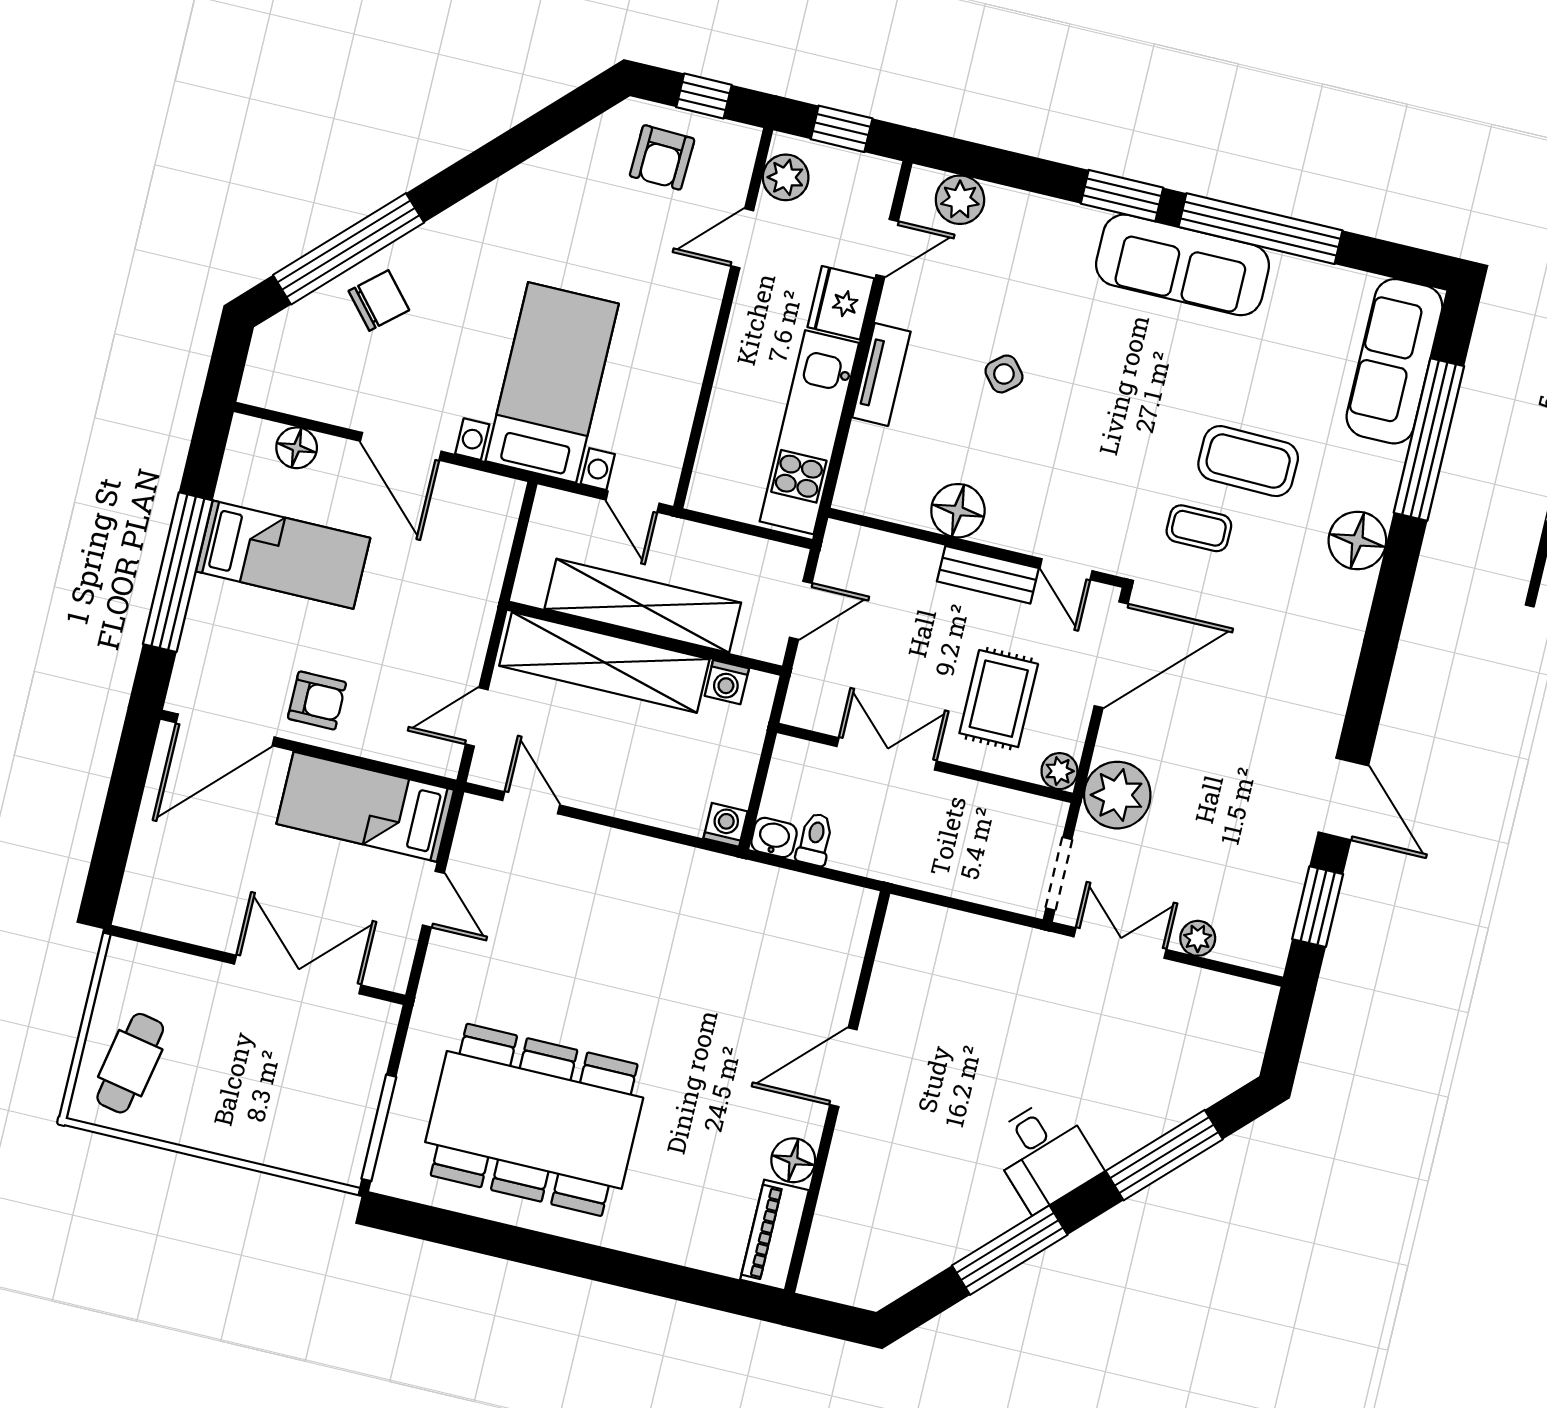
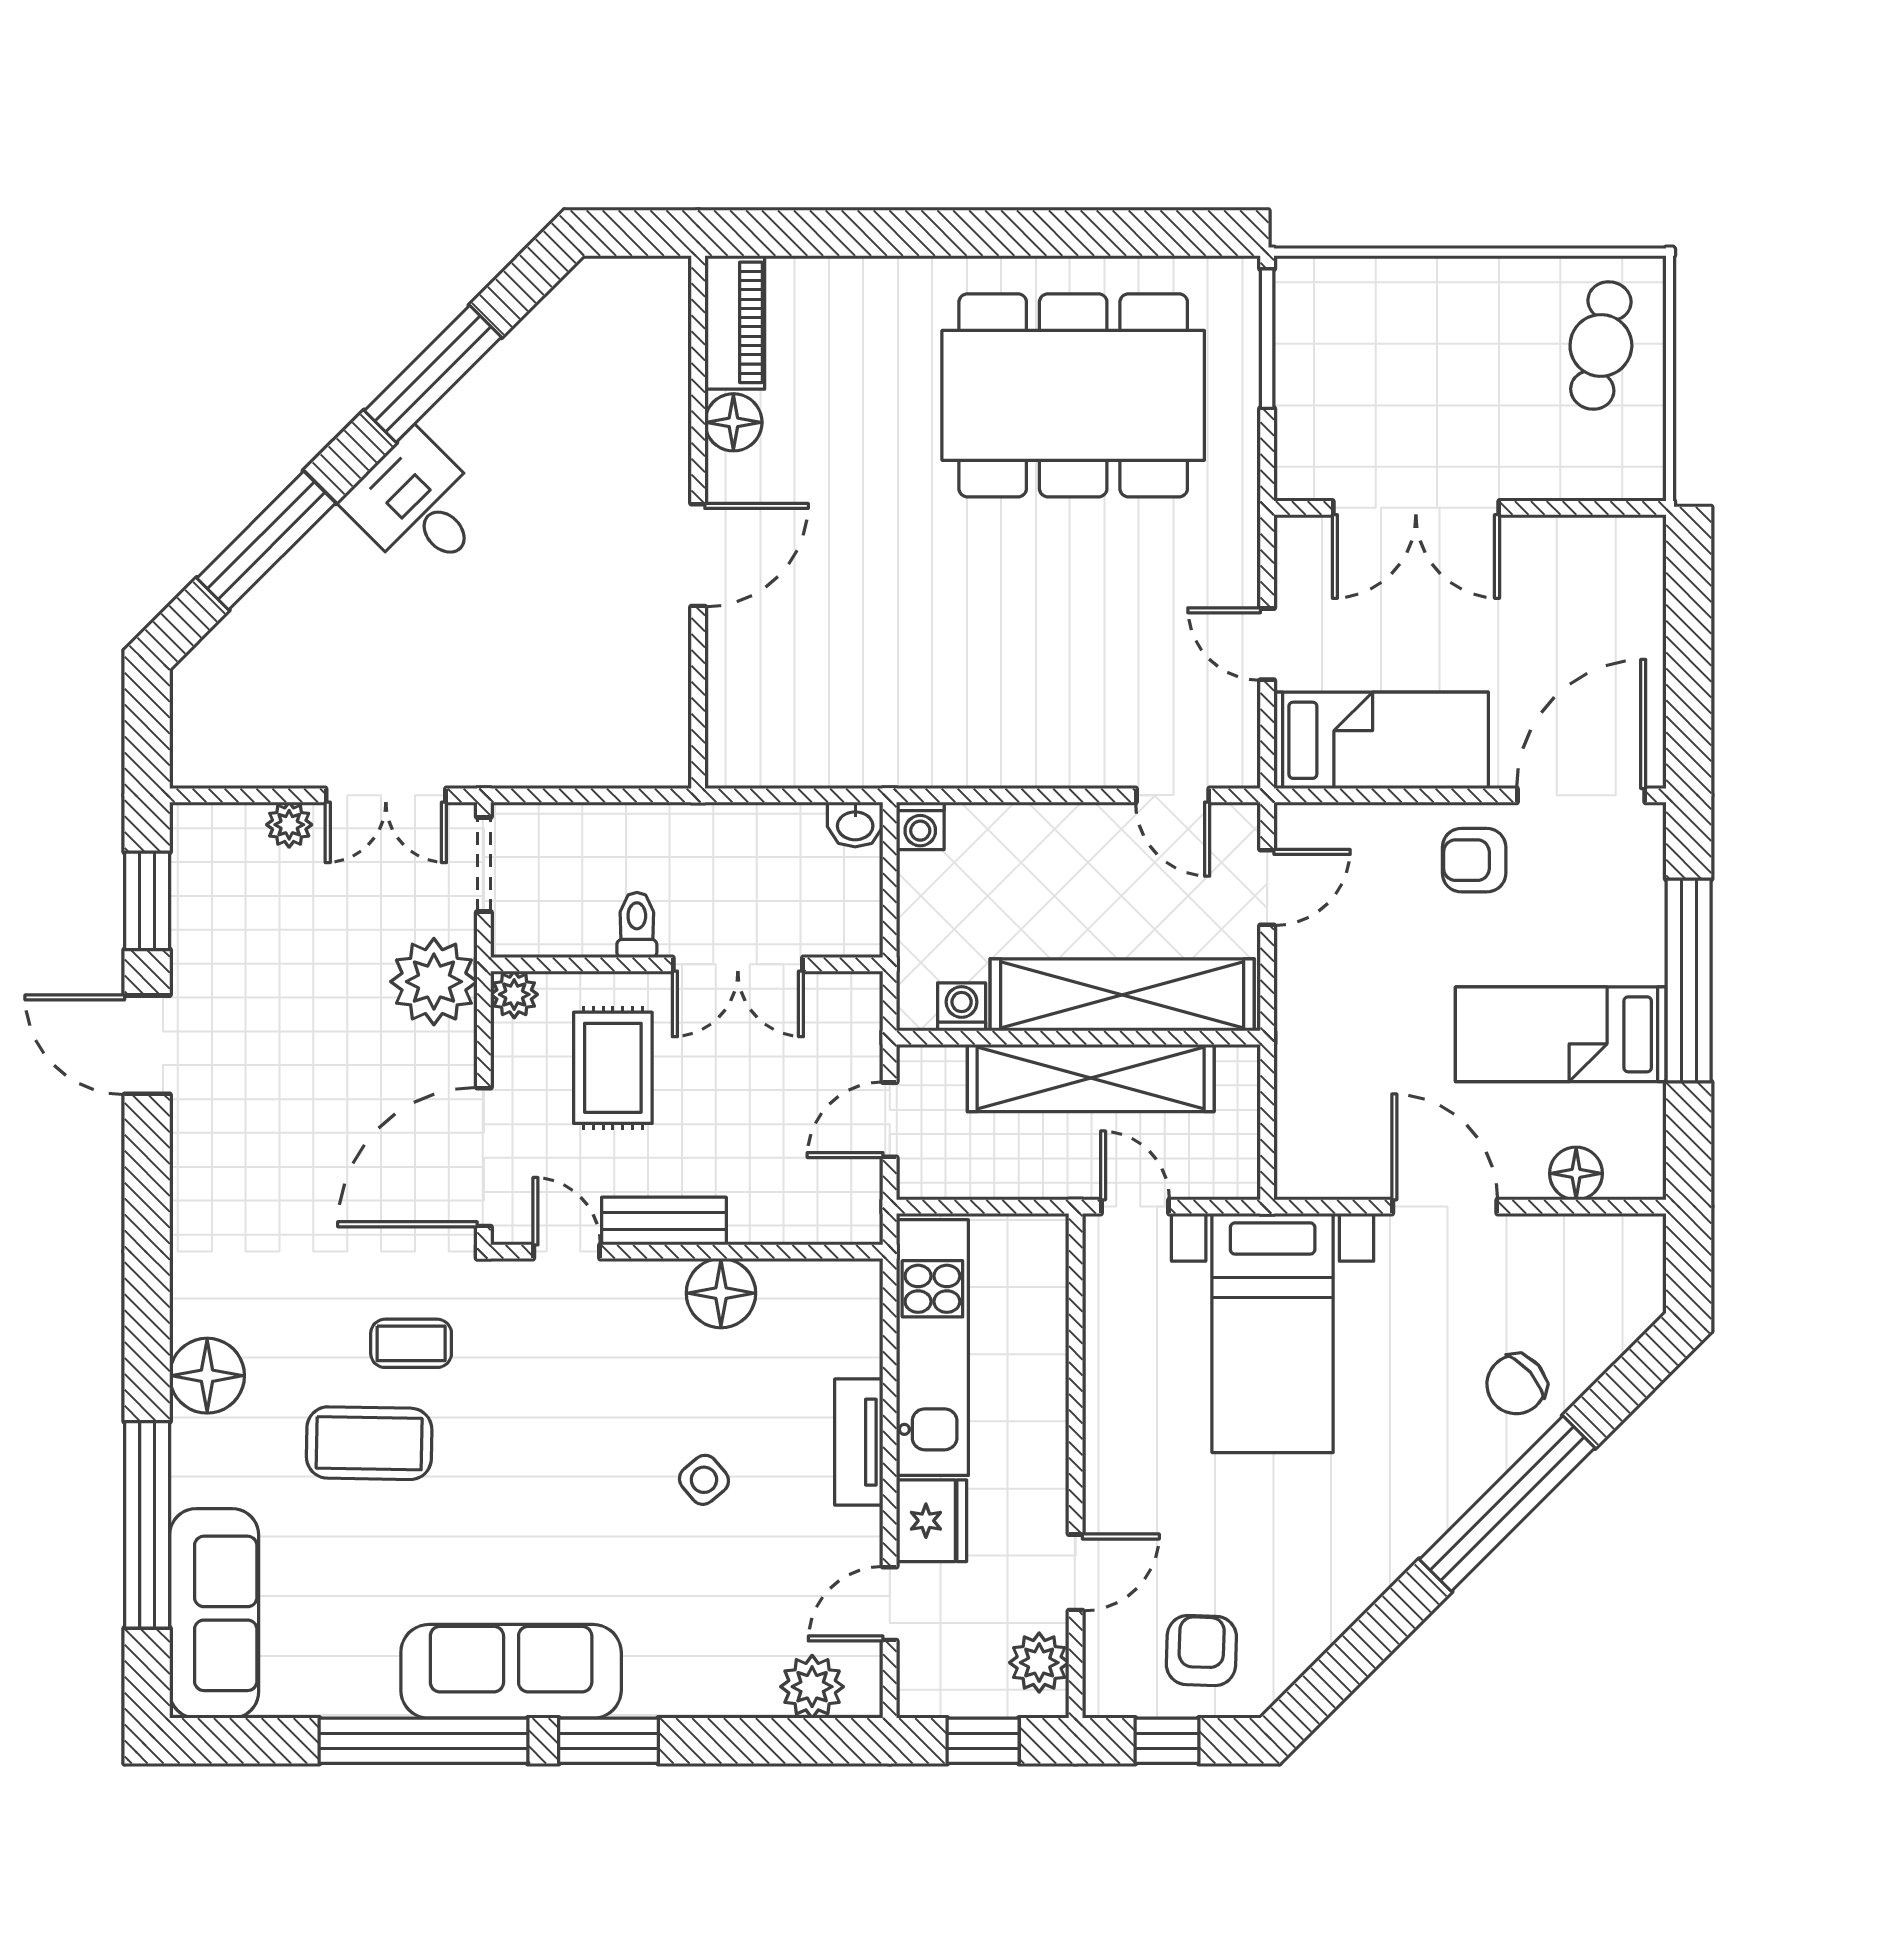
window: (349, 249) -> (1507, 1504), moved
toilet: (815, 839) -> (637, 925), moved, turned 180

